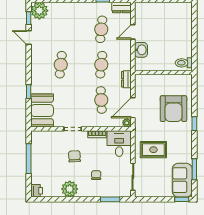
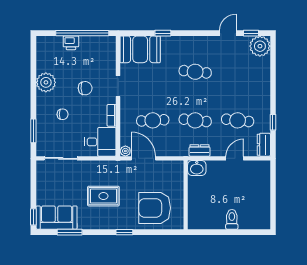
door: (133, 32) -> (235, 158), hinge flipped
washbasin: (141, 50) -> (197, 168), moved
toilet: (184, 63) -> (232, 219), moved
dresser: (126, 79) -> (200, 150), moved
armchair: (173, 109) -> (155, 208), moved
rug: (153, 150) -> (103, 196), moved, turned 90
window: (29, 159) -> (82, 33), width x1.46
printer: (37, 191) -> (71, 43), moved

